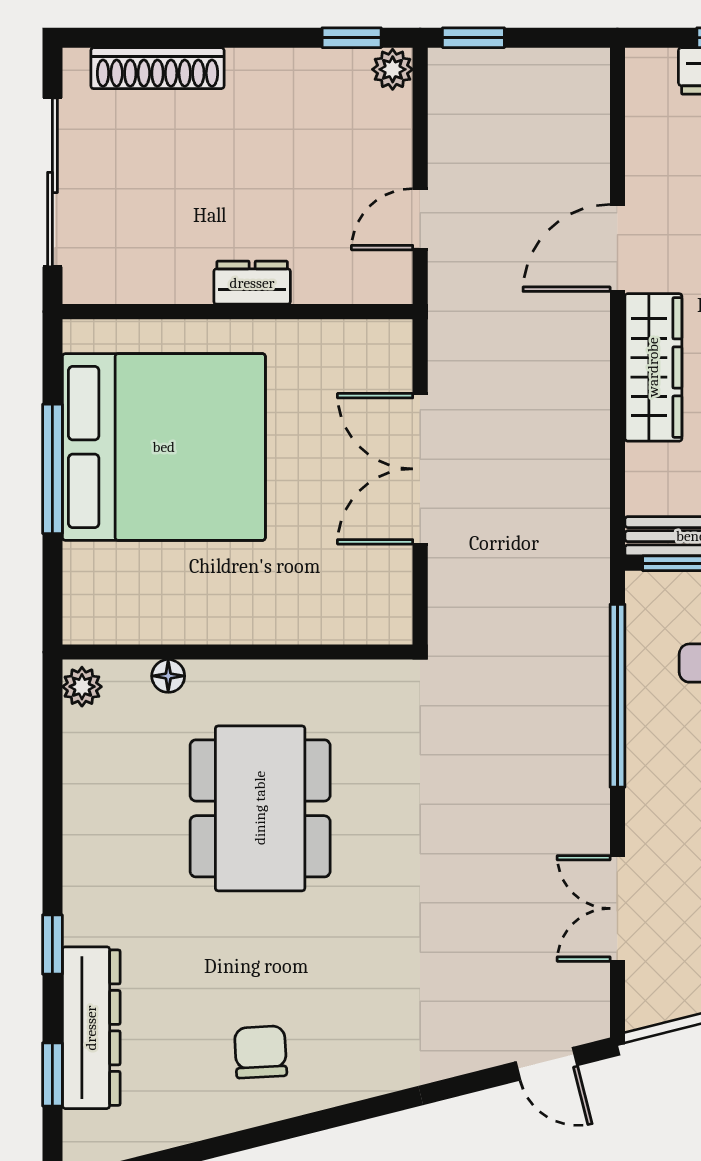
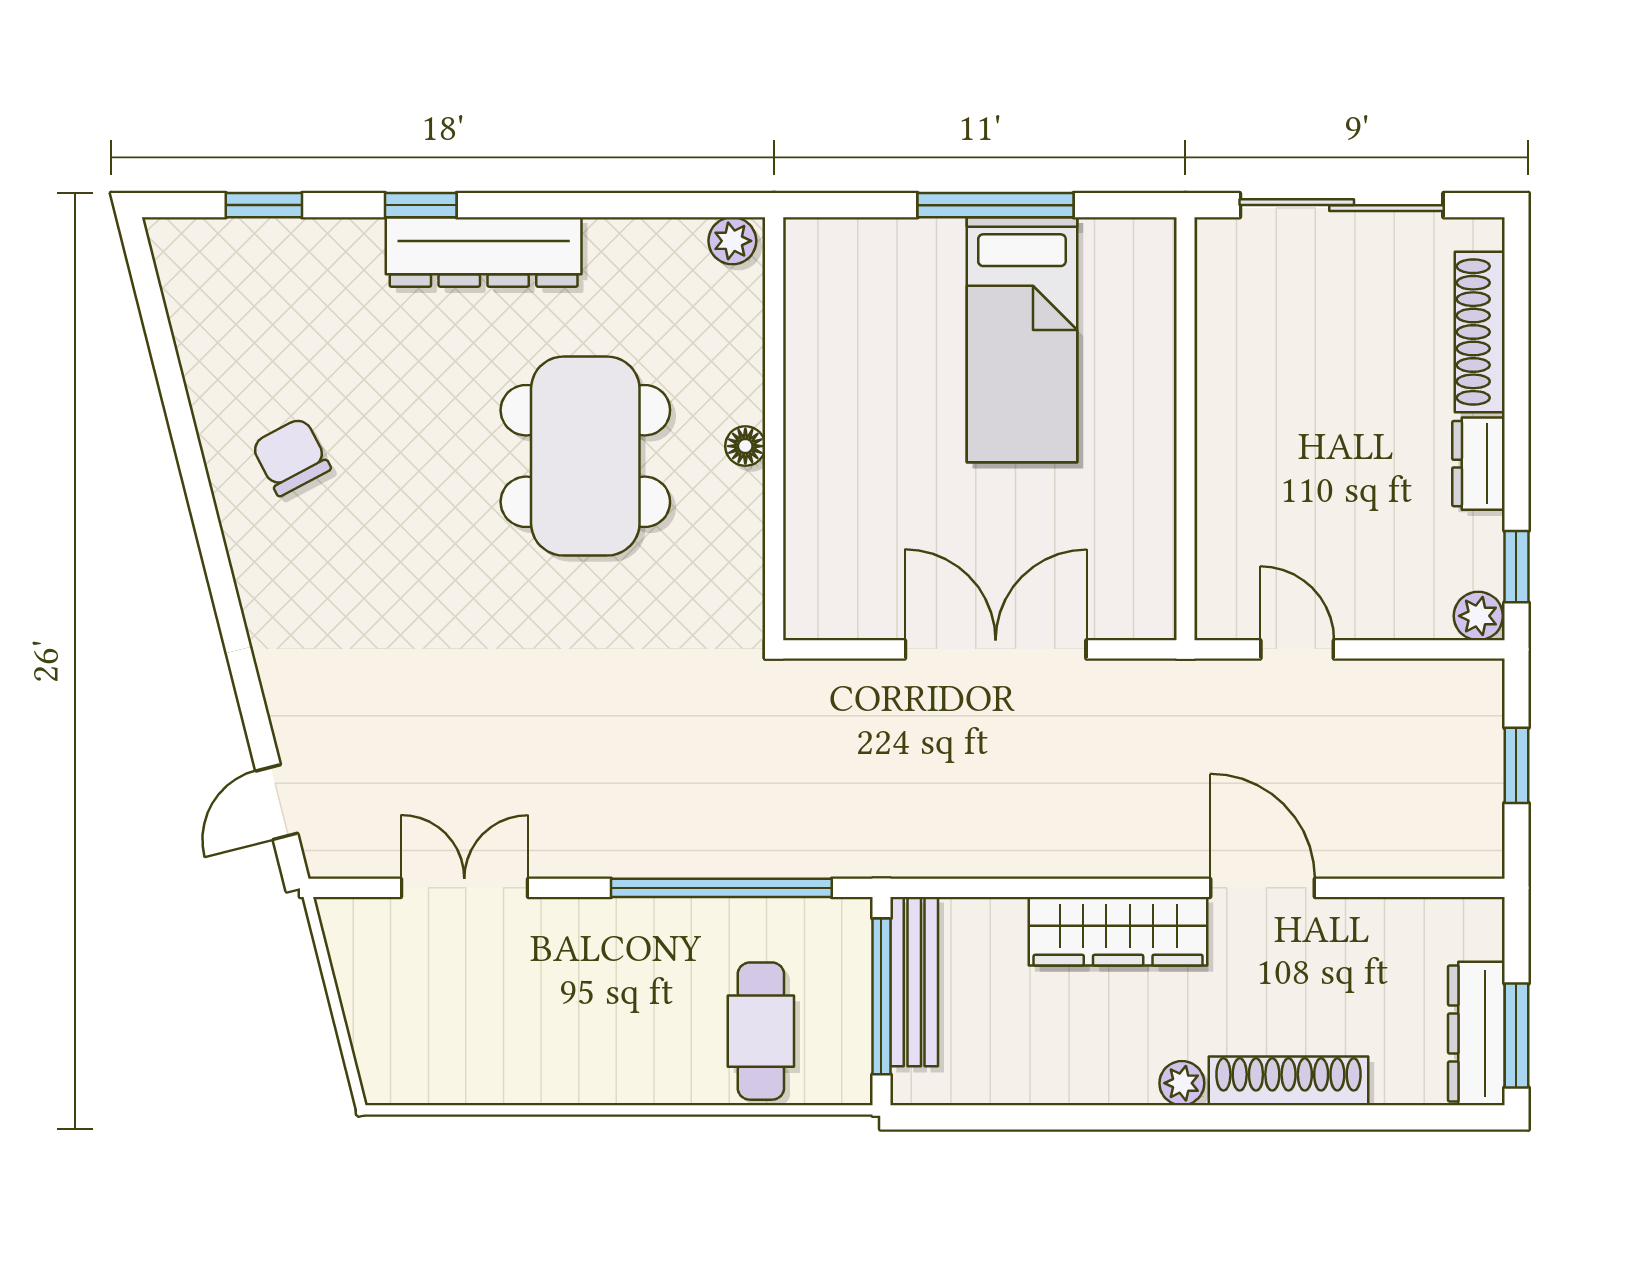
window: (473, 38) -> (1516, 765), moved
dresser: (252, 283) -> (1478, 464), moved, turned 180
bed: (164, 447) -> (1022, 340), width x0.49
floor lamp: (168, 676) -> (745, 446), moved
dining table: (260, 808) -> (585, 456), turned 90
dresser: (91, 1028) -> (484, 252), moved
chair: (261, 1052) -> (291, 457), turned -115

